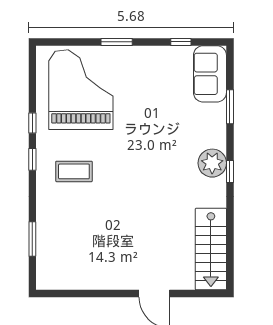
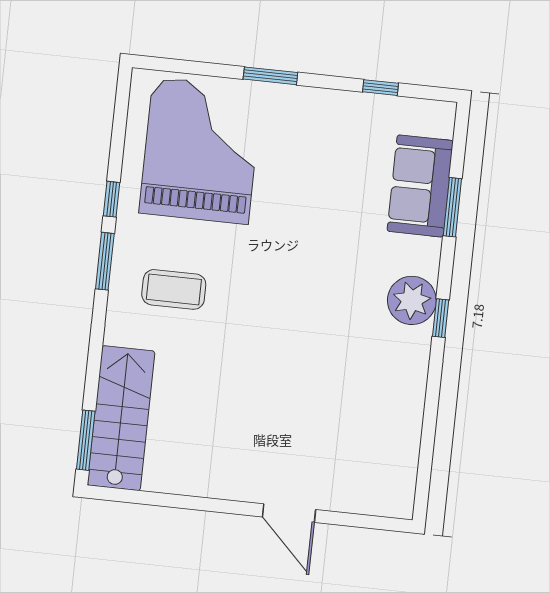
sofa: (210, 74) -> (420, 186), moved
window: (32, 159) -> (105, 261), width x1.50
window: (32, 239) -> (86, 440), moved
stairs: (211, 249) -> (121, 418), moved, turned 180

